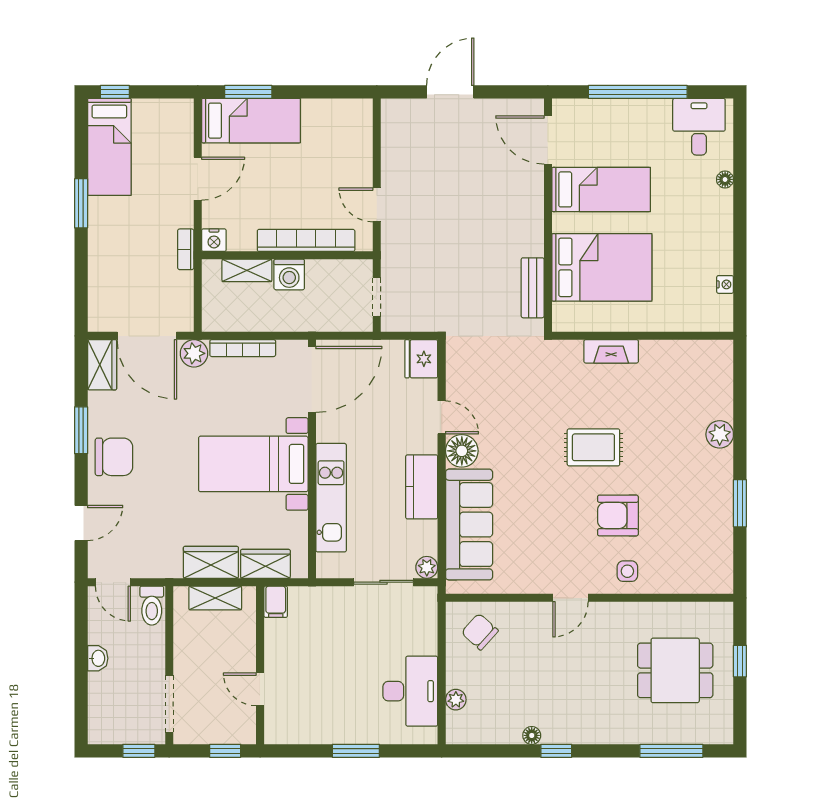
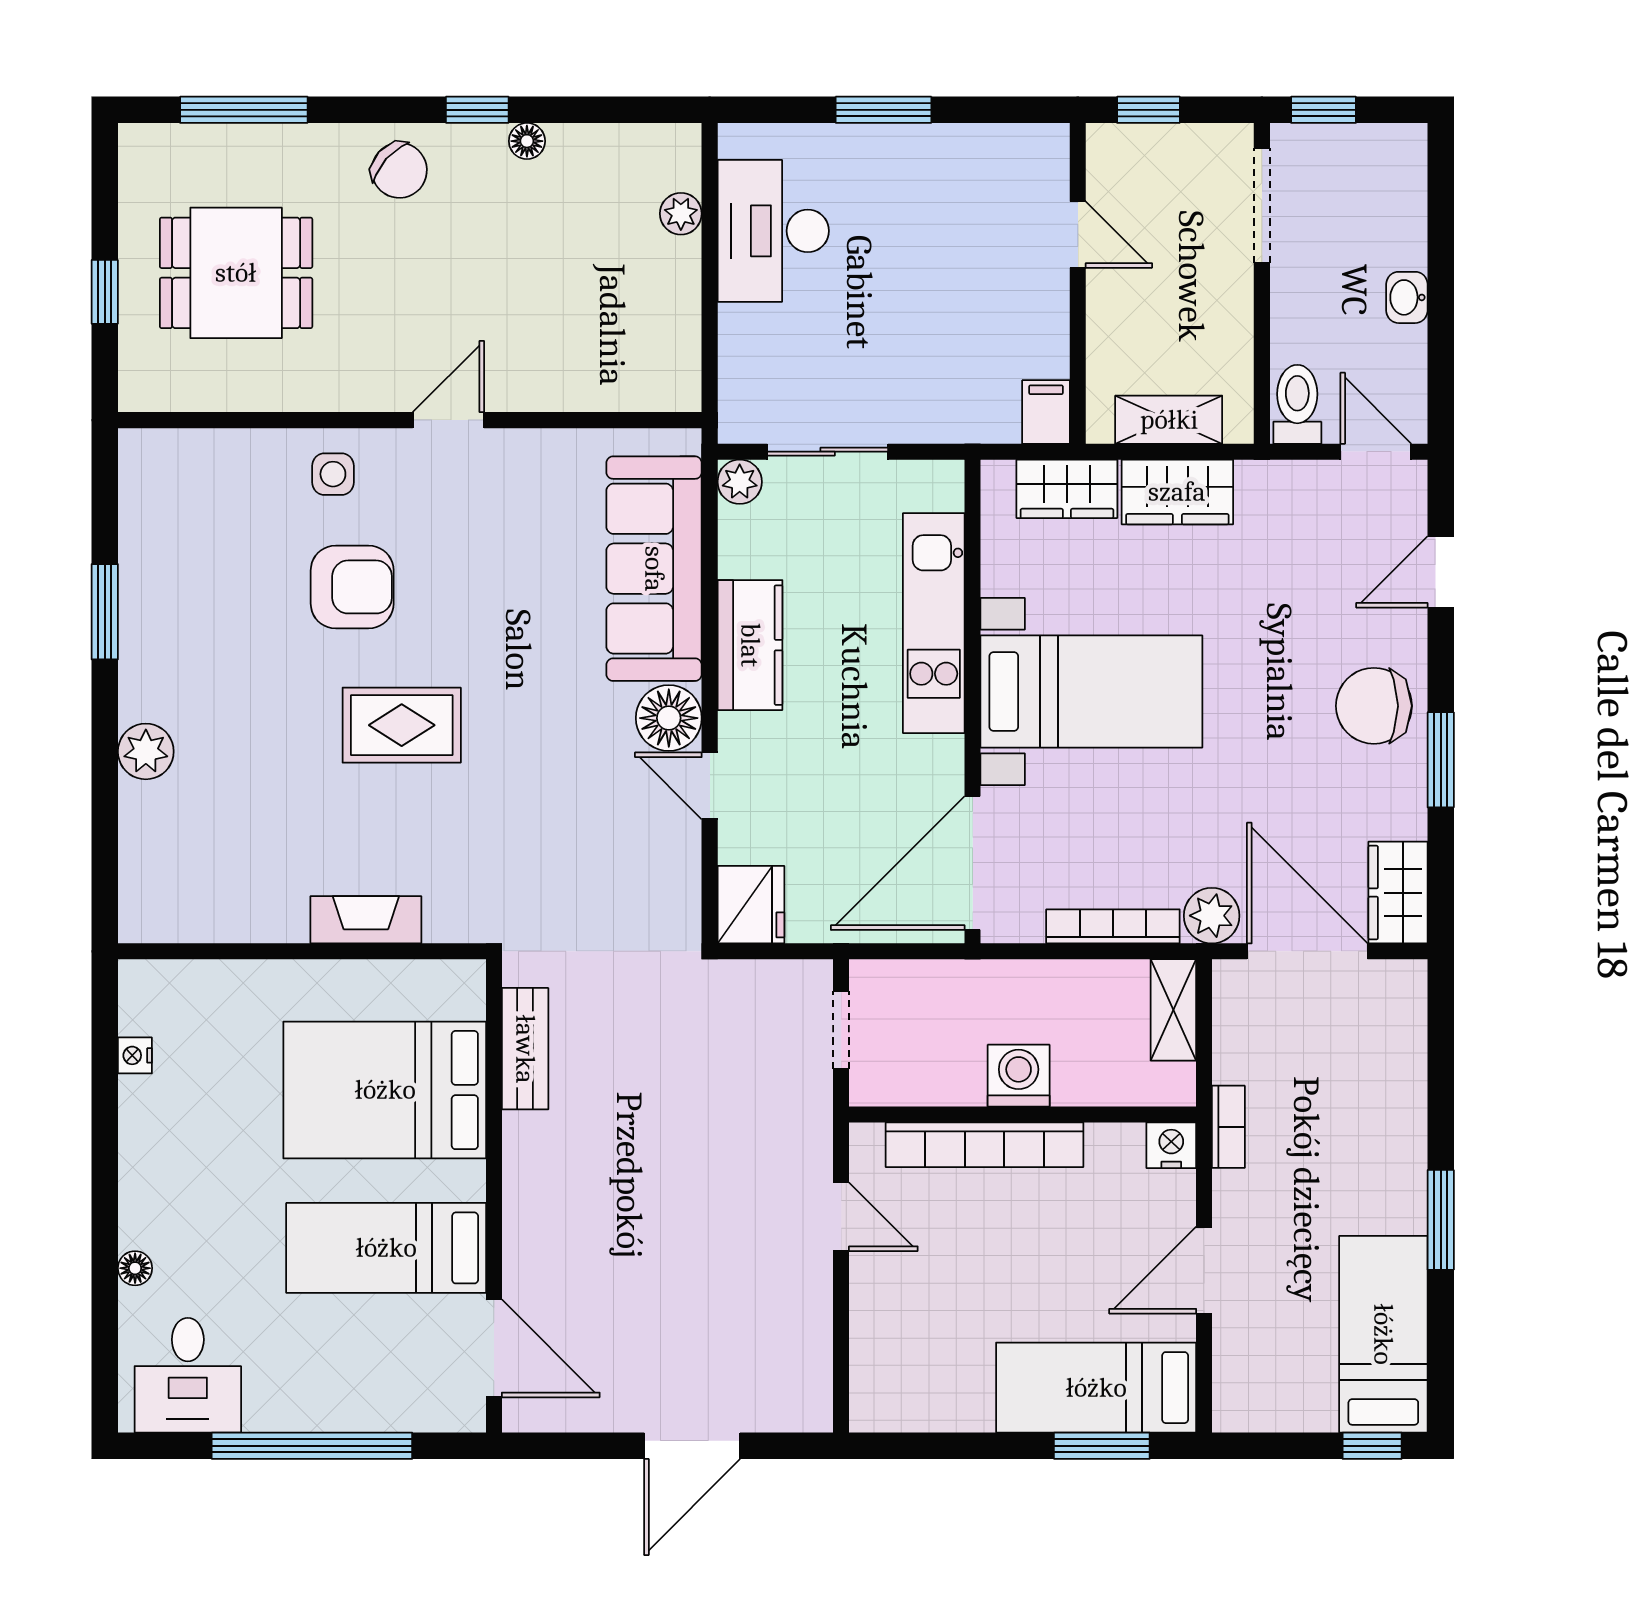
shelving: (247, 270) -> (1173, 1010), moved, turned 90
chair: (480, 632) -> (399, 170), moved

